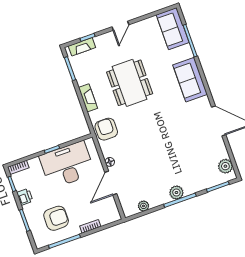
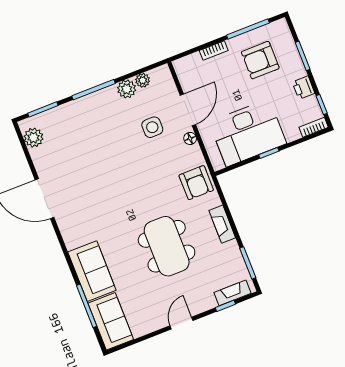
sofa: (190, 80) -> (92, 271), moved
side table: (137, 171) -> (152, 127), added
plant: (176, 192) -> (127, 89), moved

